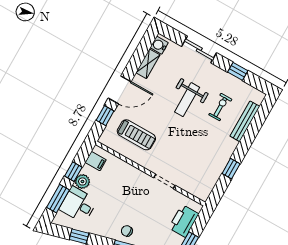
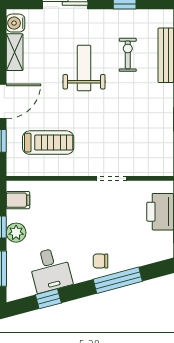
weight bench: (187, 100) -> (84, 68), turned 180
desk: (78, 205) -> (50, 270), moved, turned -105

